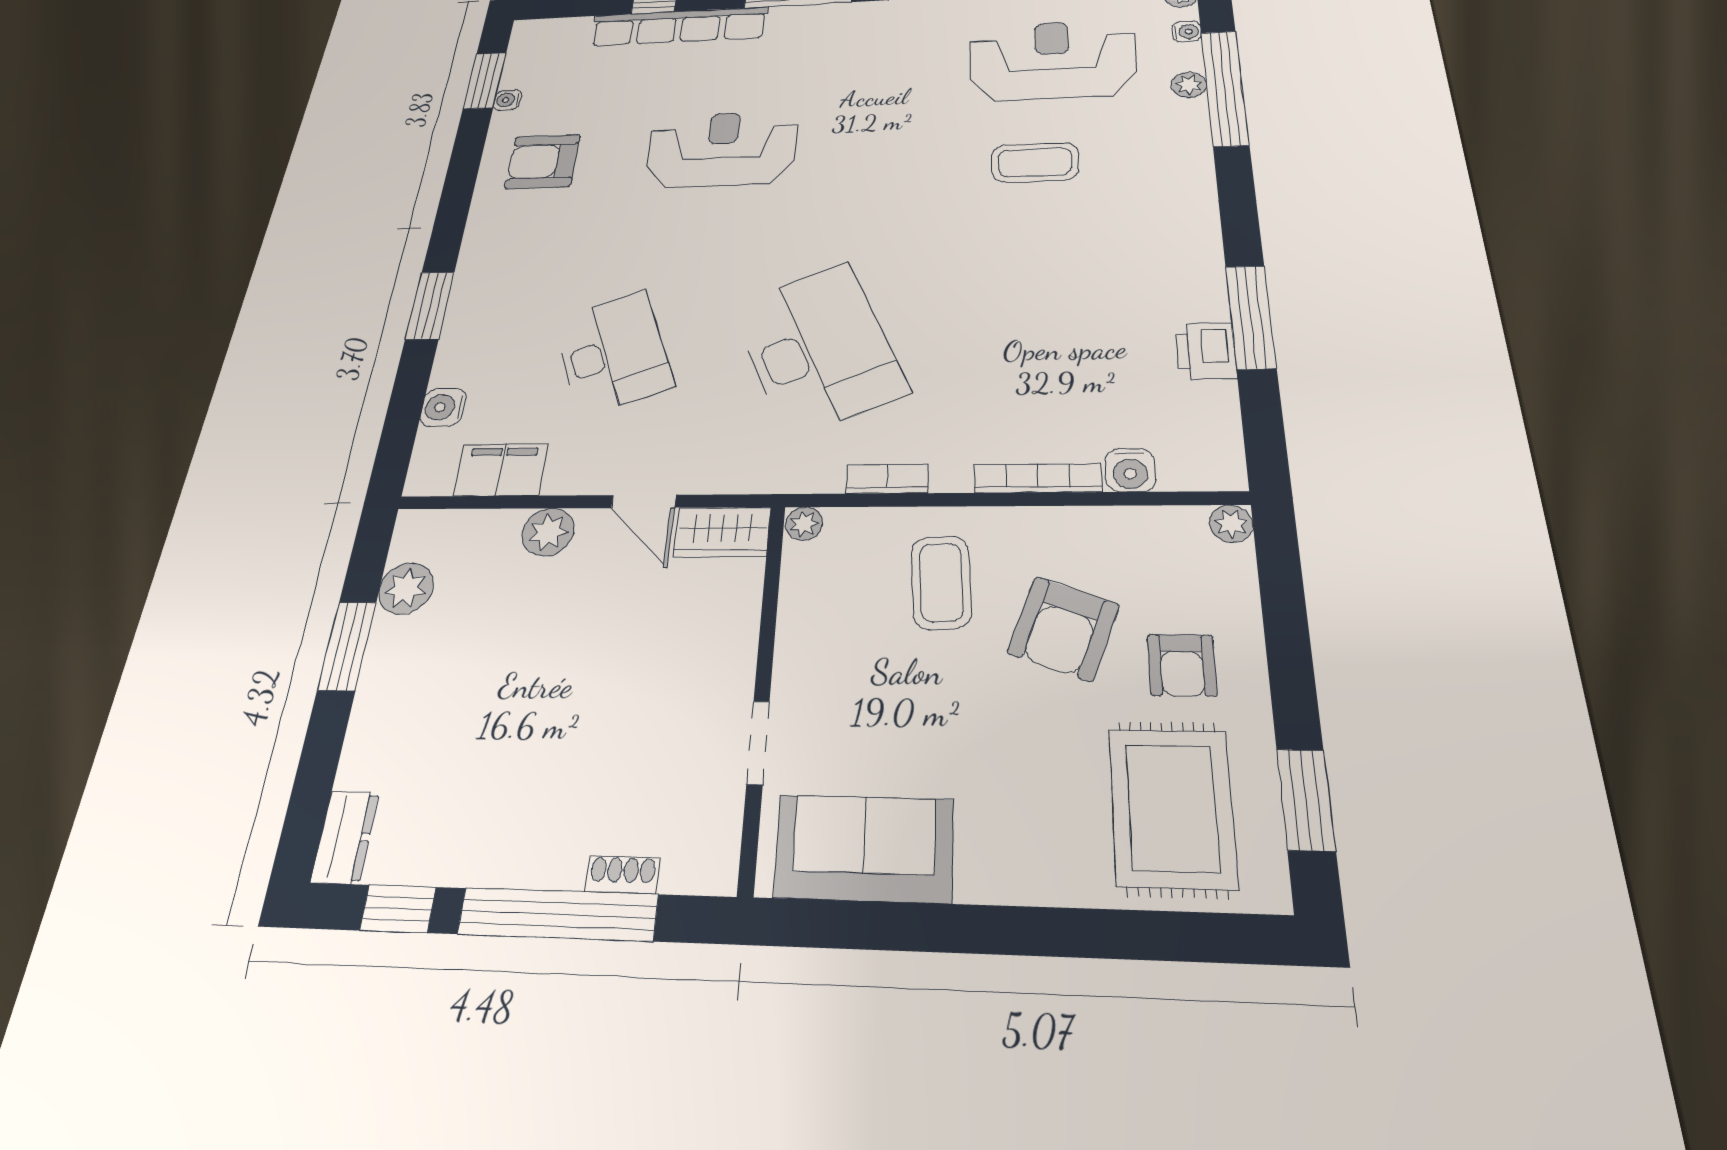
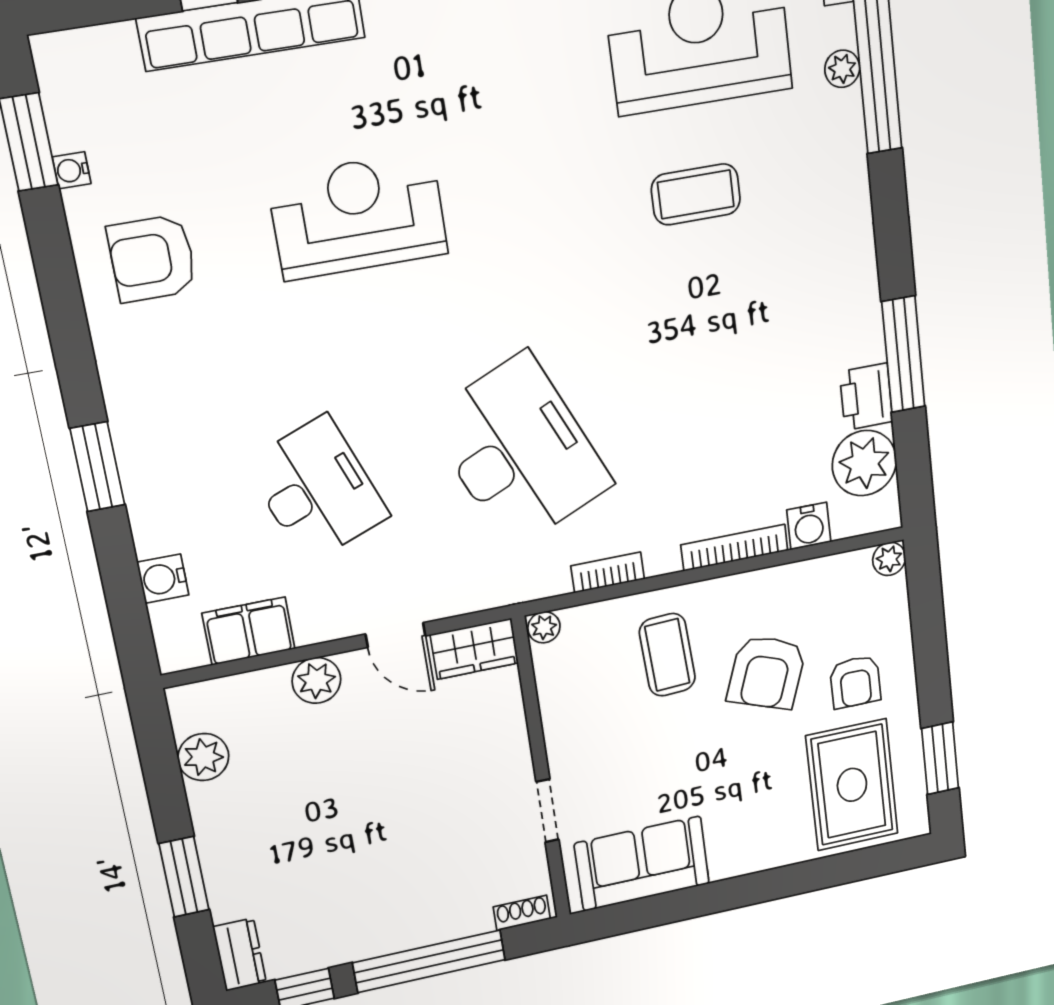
plant: (1202, 416) -> (864, 463), added
window: (347, 646) -> (184, 877), moved
shoe rack: (622, 875) -> (522, 913), moved

